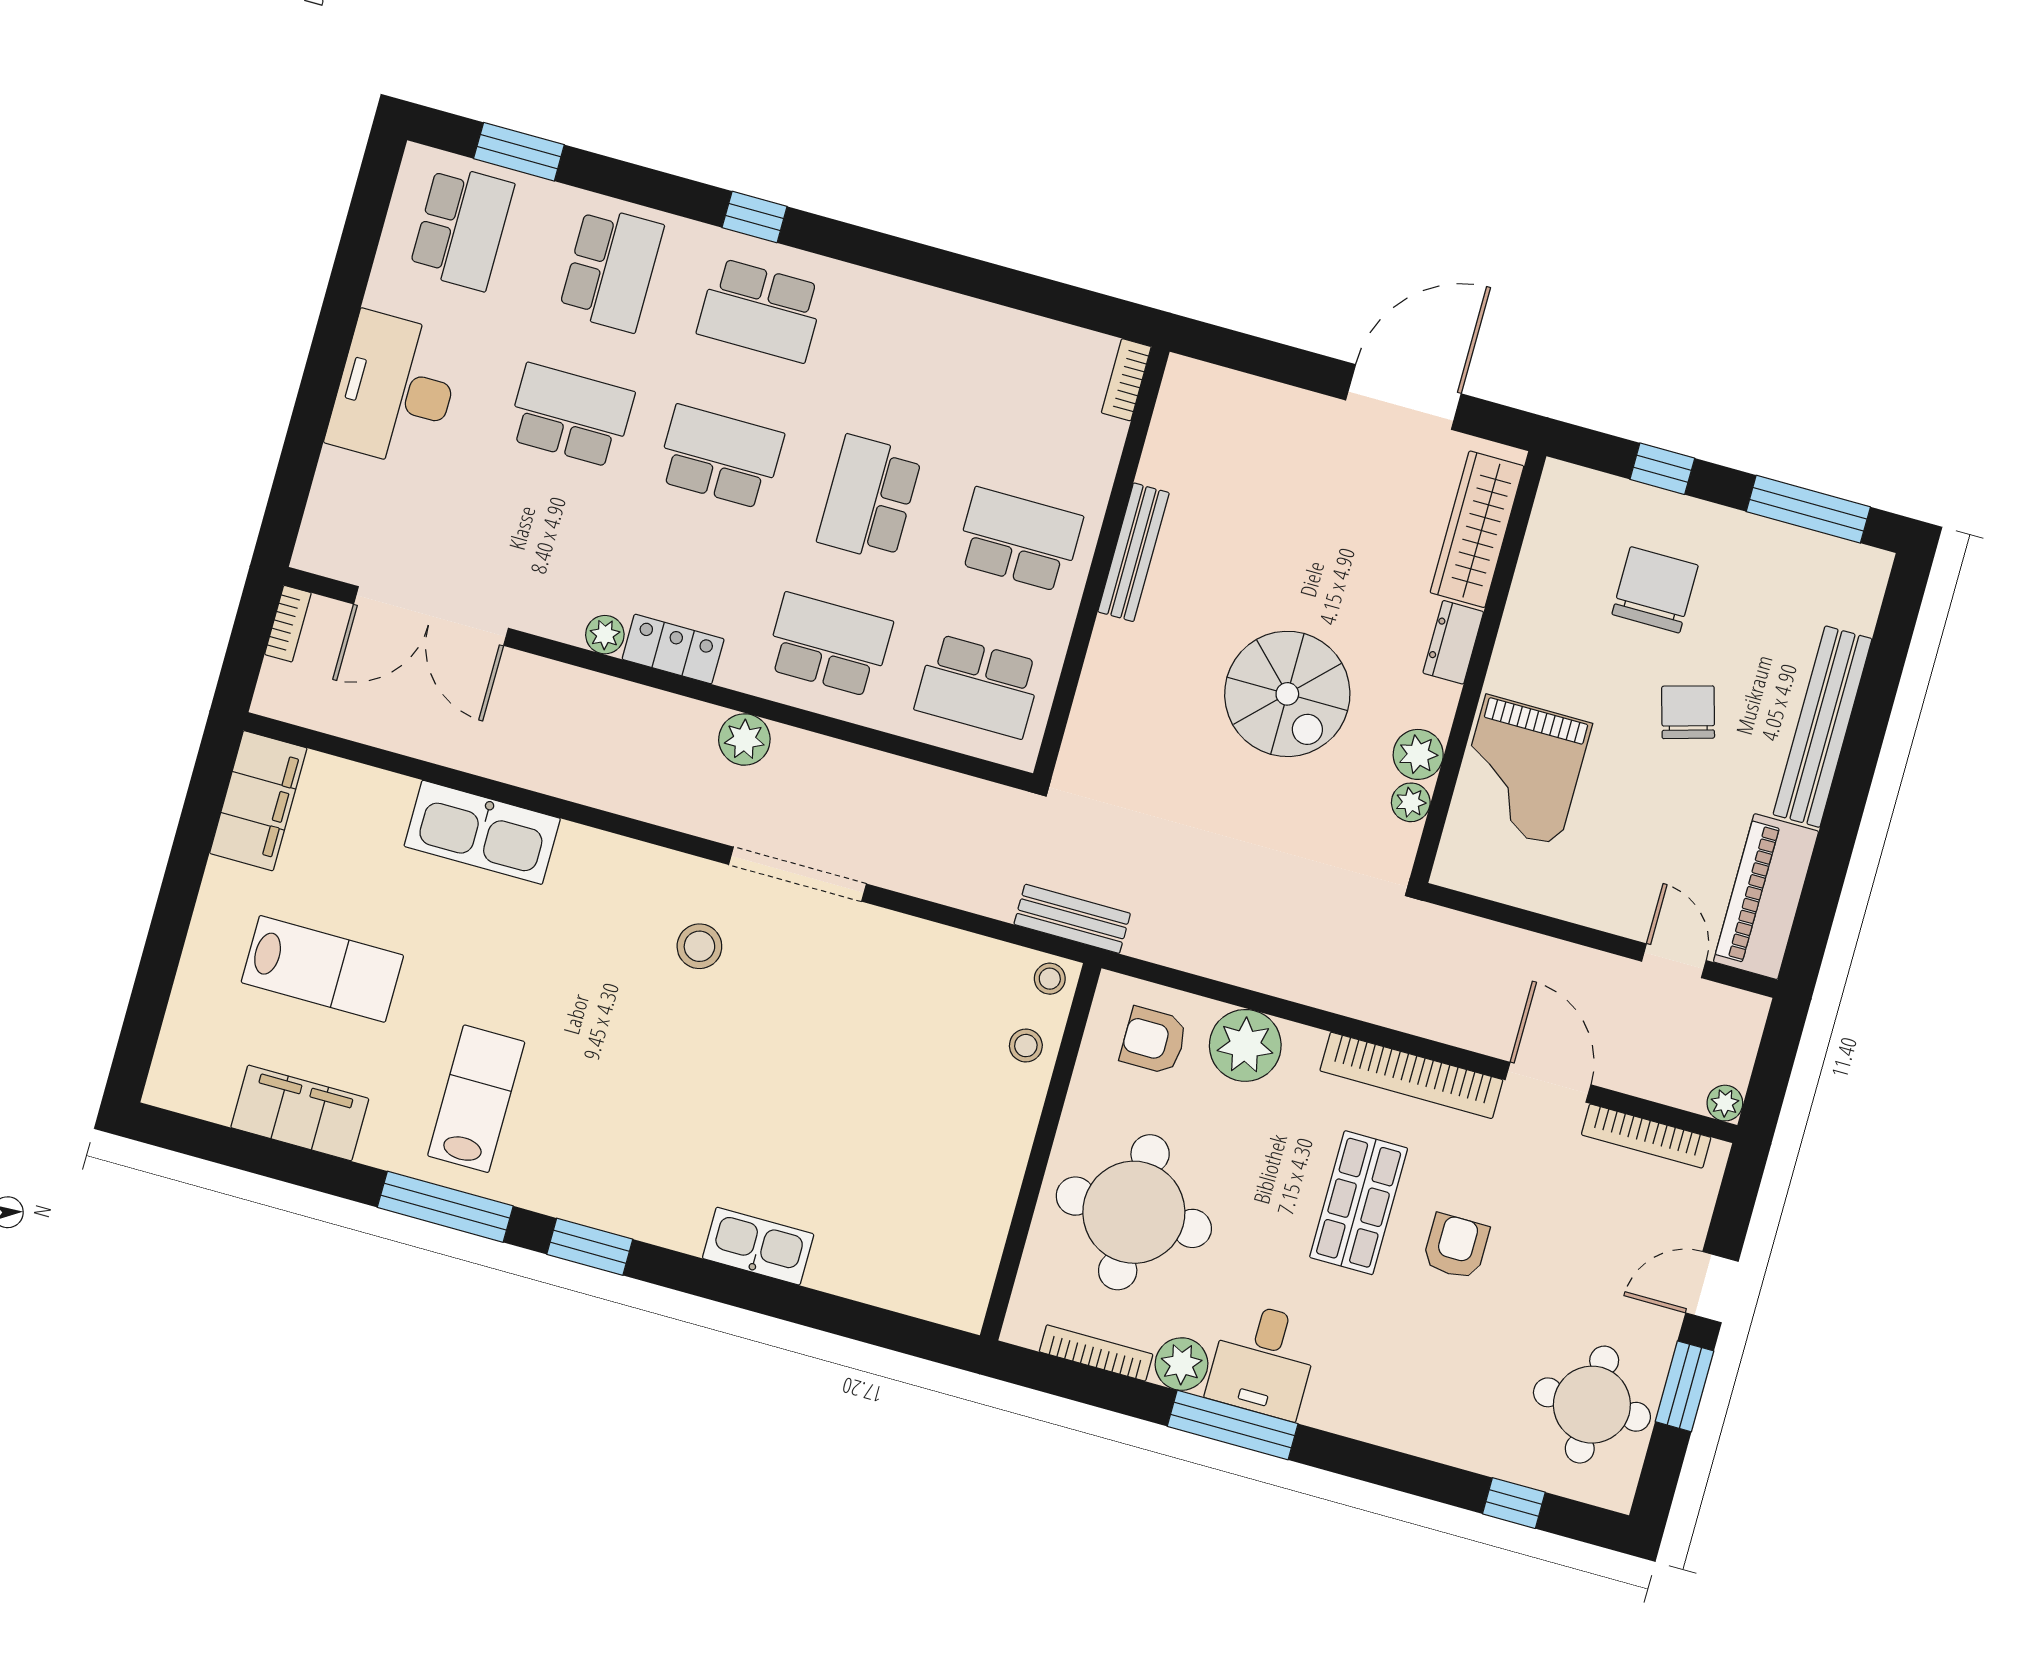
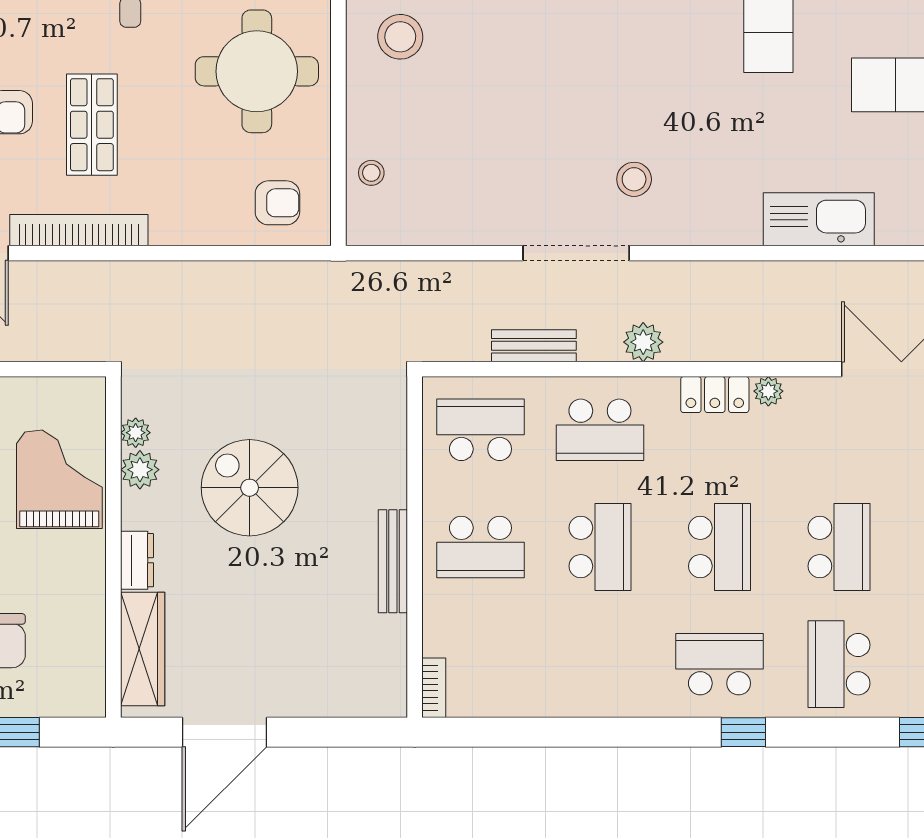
school desk: (571, 415) -> (839, 547), turned -90
school desk: (720, 457) -> (719, 547), turned -90
bench: (1072, 919) -> (534, 346), moved
stool: (1050, 979) -> (400, 37), moved, width x1.89, depth x1.89
plant: (1245, 1045) -> (208, 218), removed

